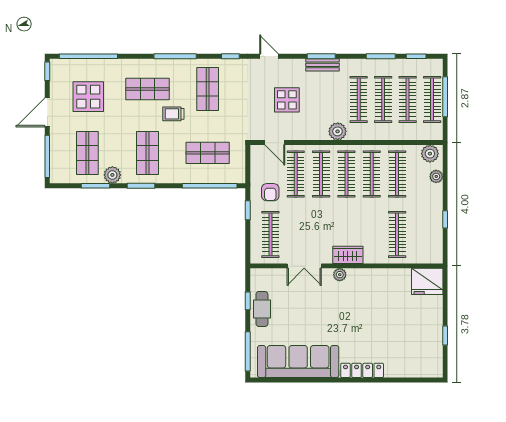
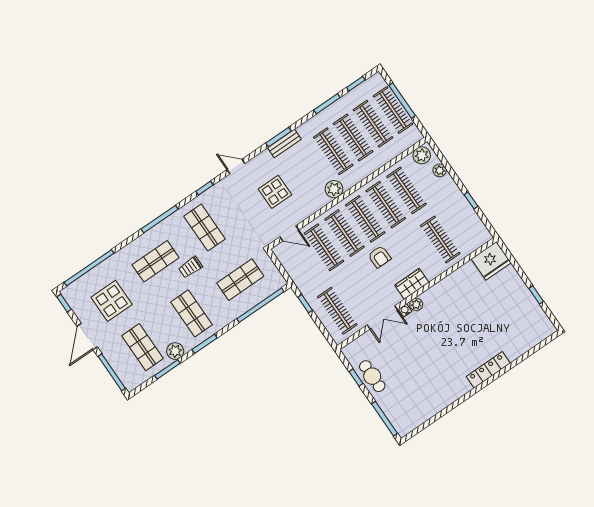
armchair: (270, 192) -> (380, 257), moved
water cooler: (327, 273) -> (405, 310), added
sofa: (298, 362) -> (431, 399), removed

